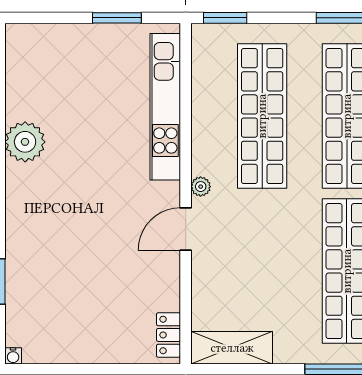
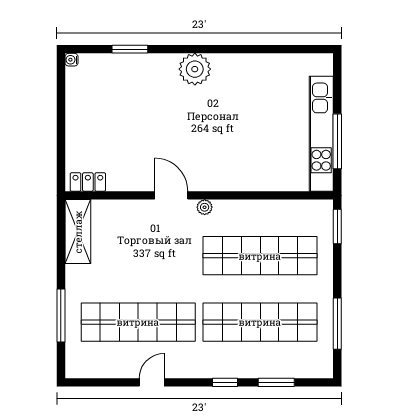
window: (117, 18) -> (337, 141), width x1.44
kitchen unit: (165, 107) -> (321, 134), moved, turned -90
plant: (25, 142) -> (195, 69), moved

